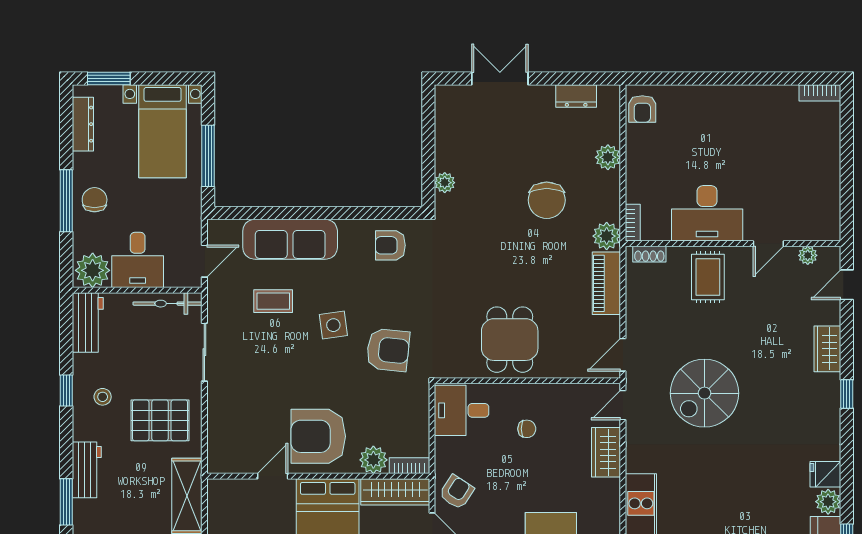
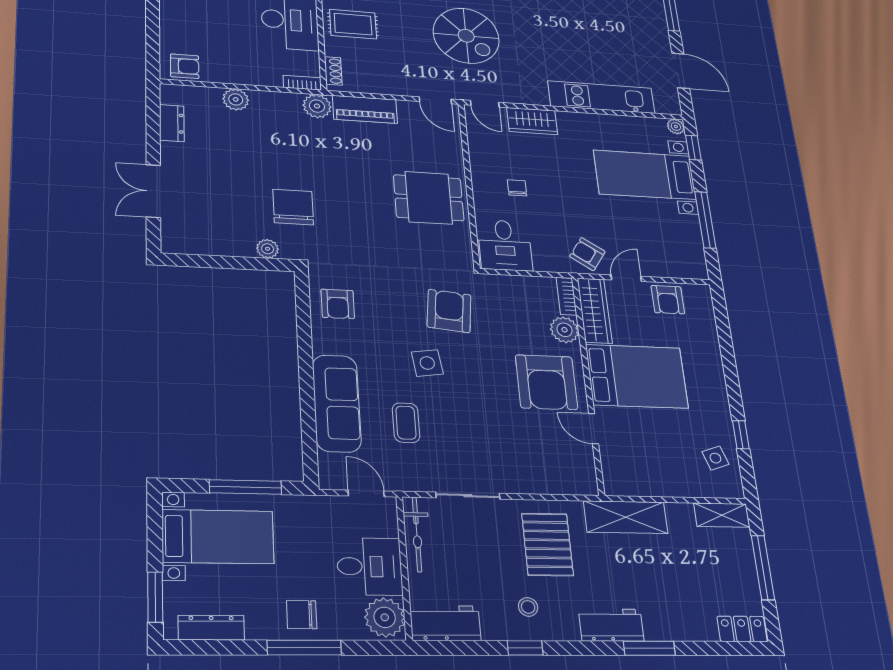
chair: (547, 200) -> (293, 207), moved, turned -90

